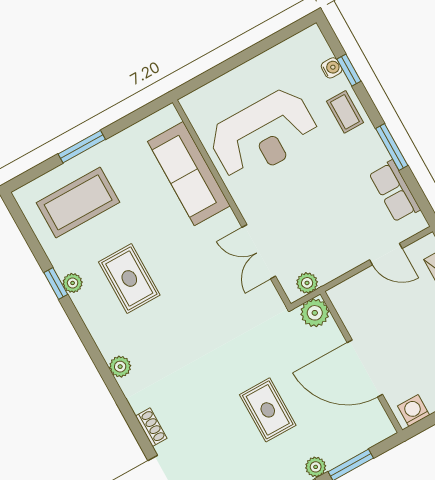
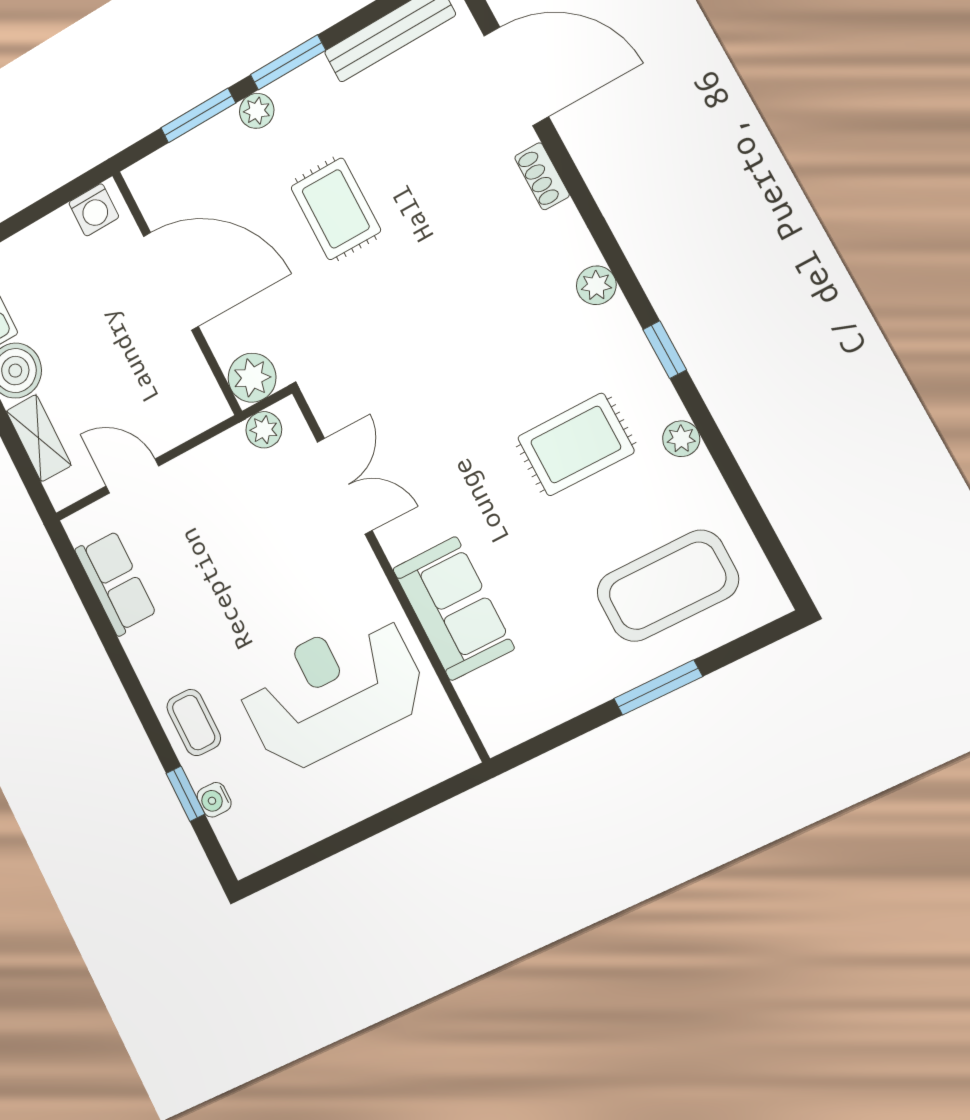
window: (392, 147) -> (119, 658), removed
sofa: (189, 174) -> (453, 609), width x0.73
rug: (129, 278) -> (576, 445), turned 90
window: (56, 284) -> (665, 350), moved

